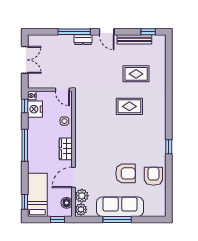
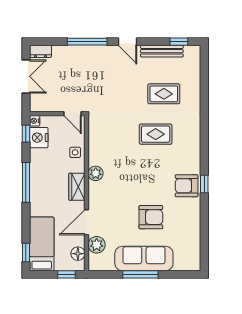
dresser: (83, 40) -> (40, 51), moved
armchair: (153, 176) -> (187, 186), moved, turned -90
plant: (81, 209) -> (96, 173), moved

